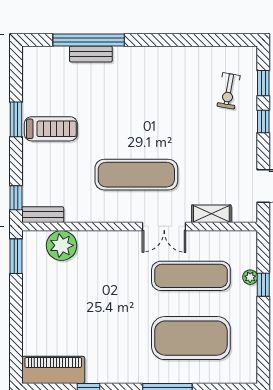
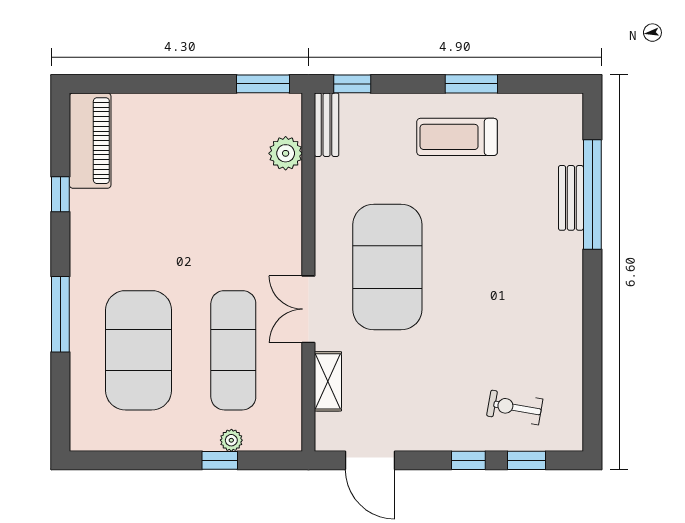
treadmill: (51, 129) -> (457, 137), turned 90
exercise mat: (136, 175) -> (387, 267), width x1.47
plant: (62, 245) -> (286, 153), width x0.73, depth x0.73

